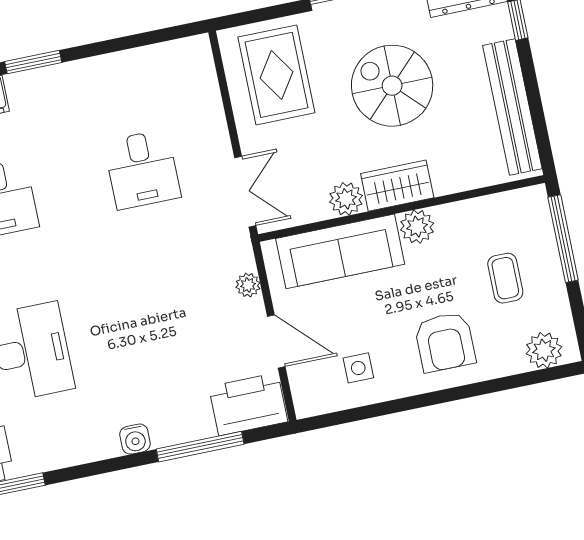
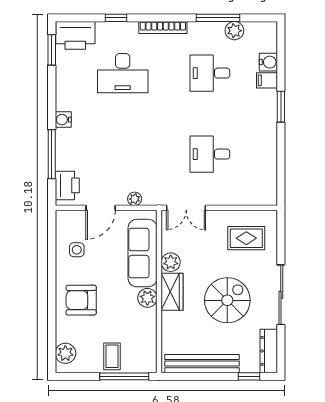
rug: (276, 75) -> (246, 238), width x0.73, depth x0.70
coffee table: (505, 278) -> (112, 356), moved, turned 90
printer: (248, 404) -> (67, 185), width x0.73, depth x0.84

